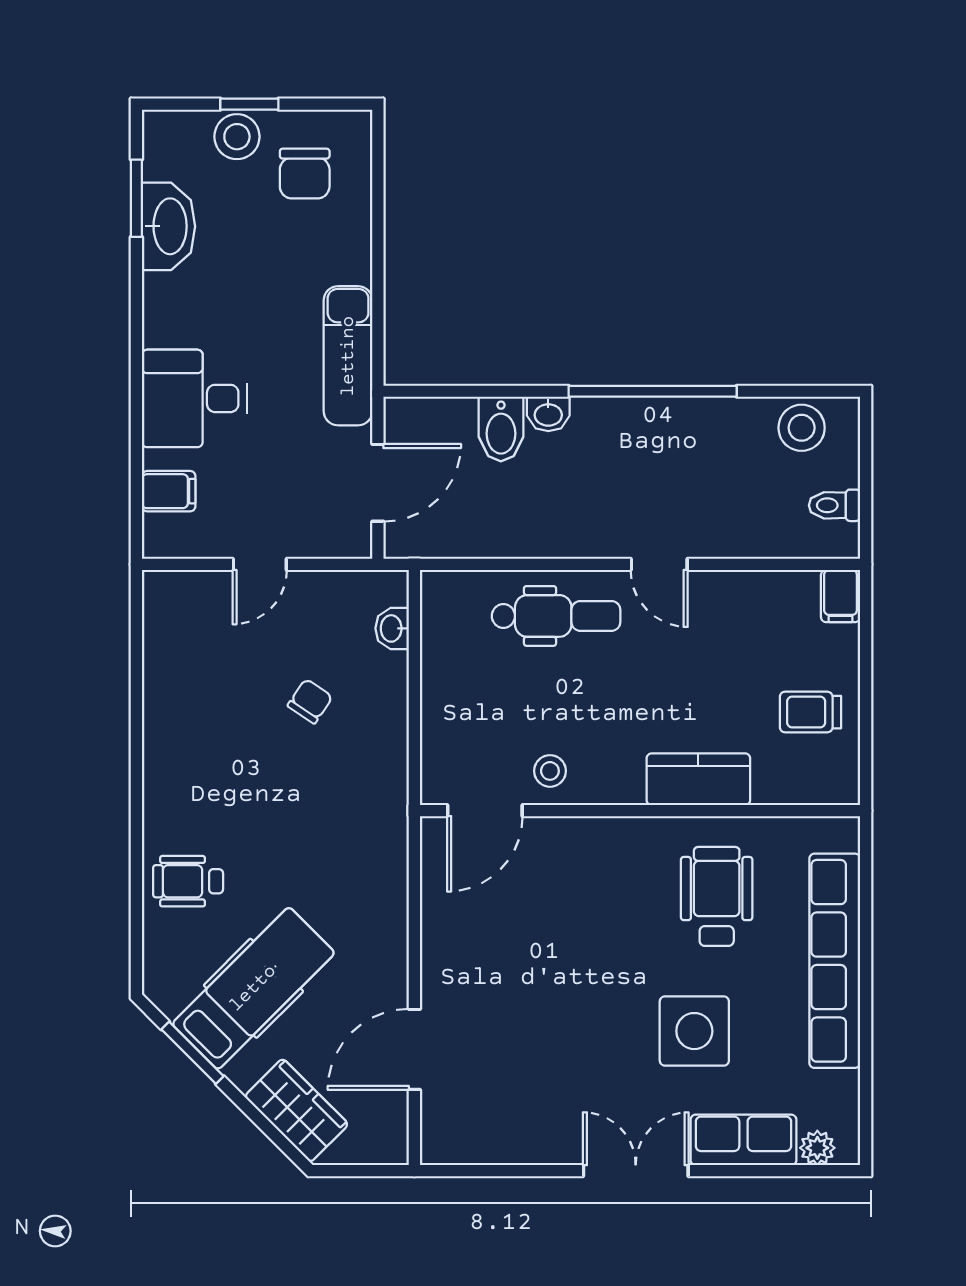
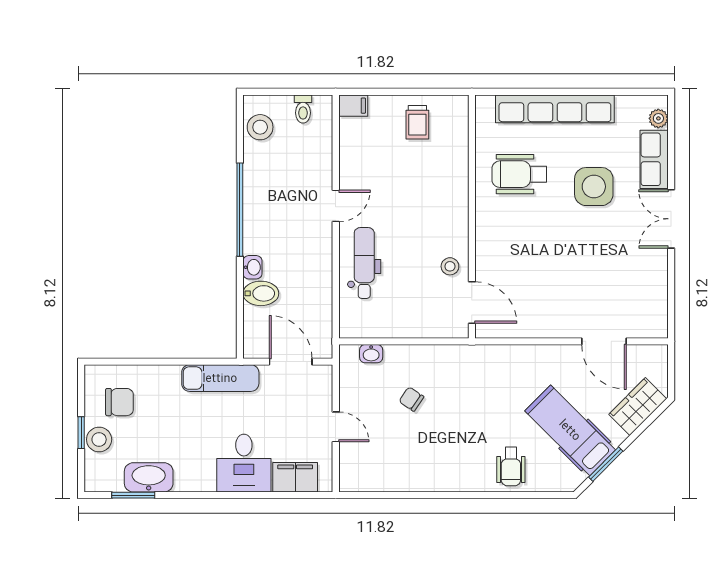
filing cabinet: (169, 491) -> (295, 477), width x2.00
kitchen counter: (698, 779) -> (455, 184), removed

